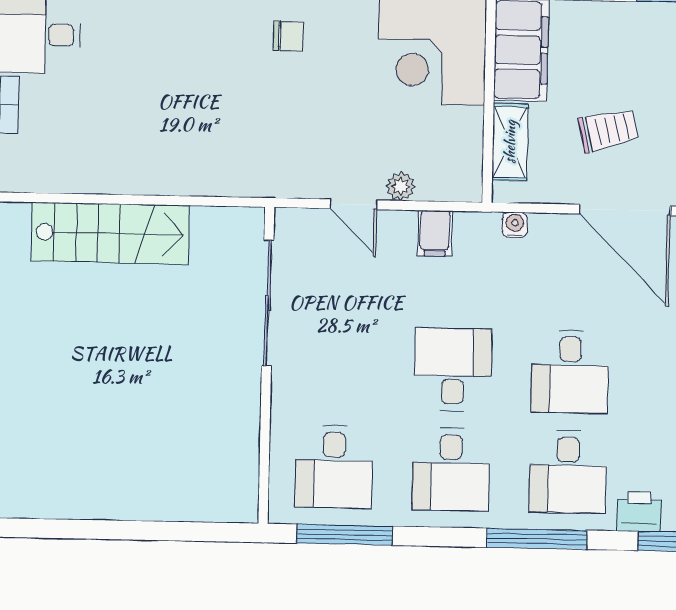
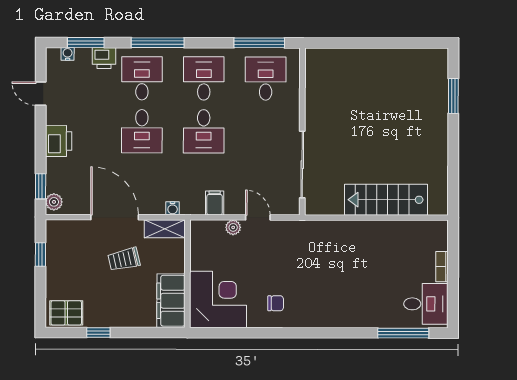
chair: (288, 36) -> (276, 303), moved, turned 180
shelving: (510, 142) -> (165, 229), moved, turned 90
desk: (570, 372) -> (142, 131), turned 180

